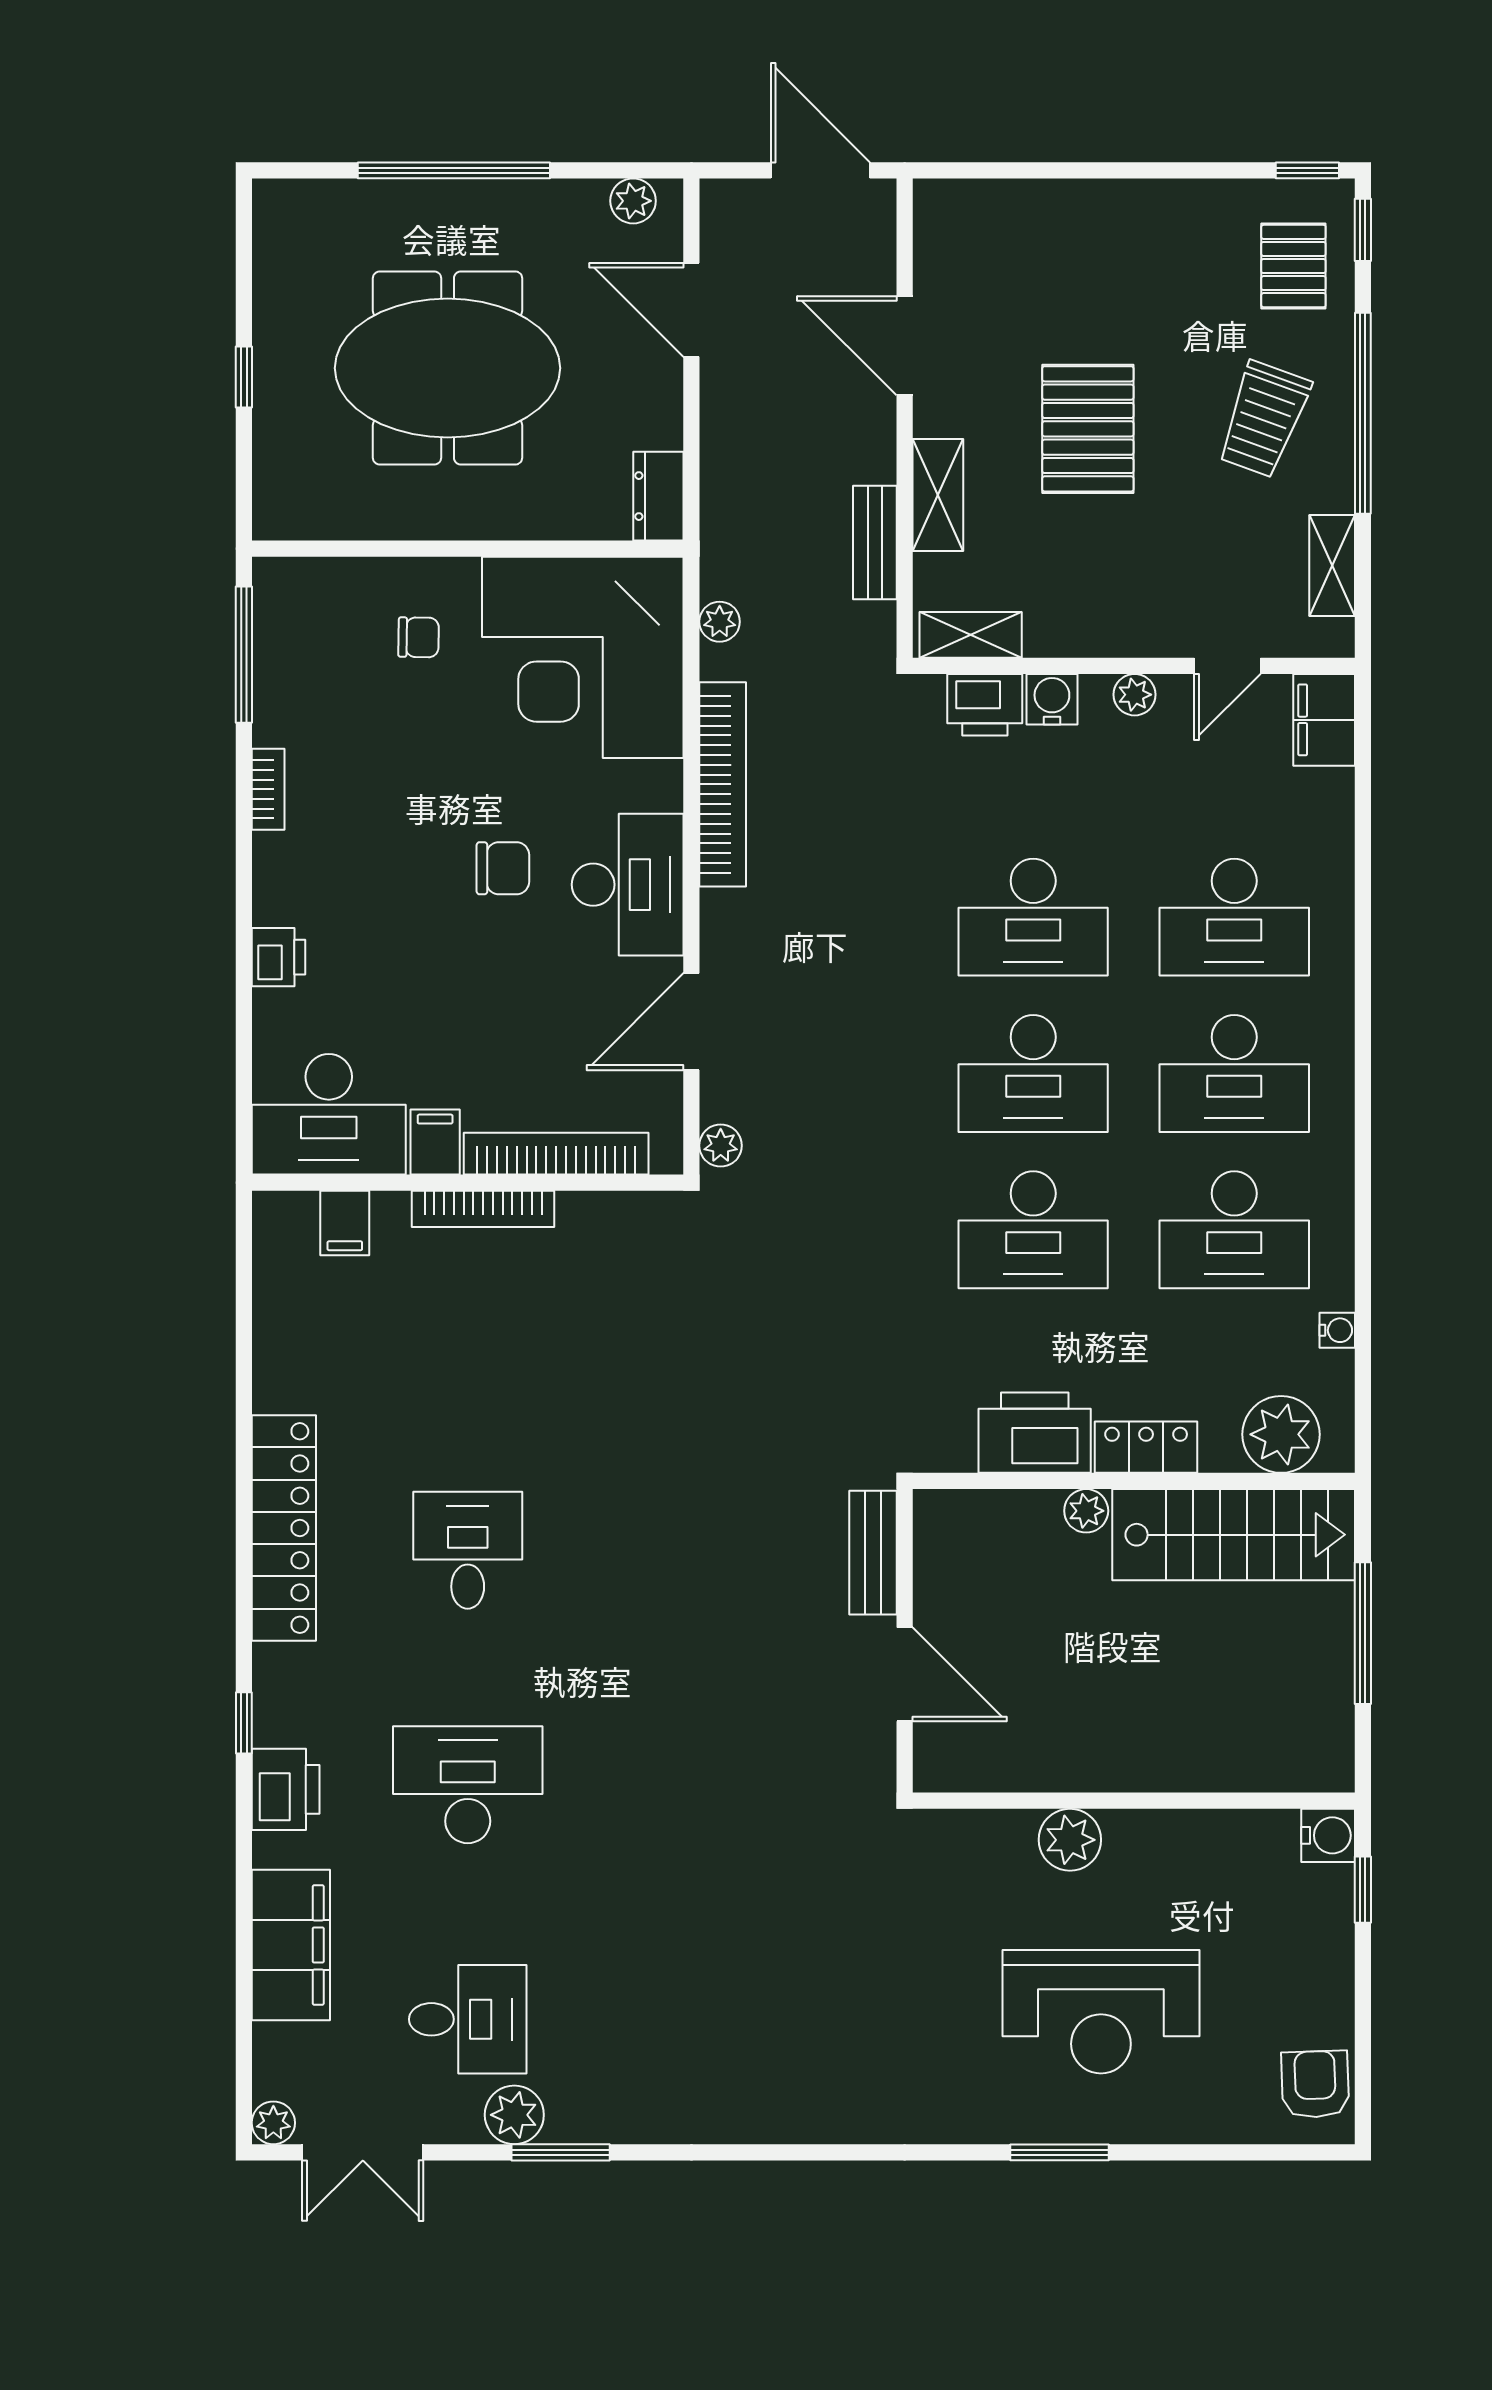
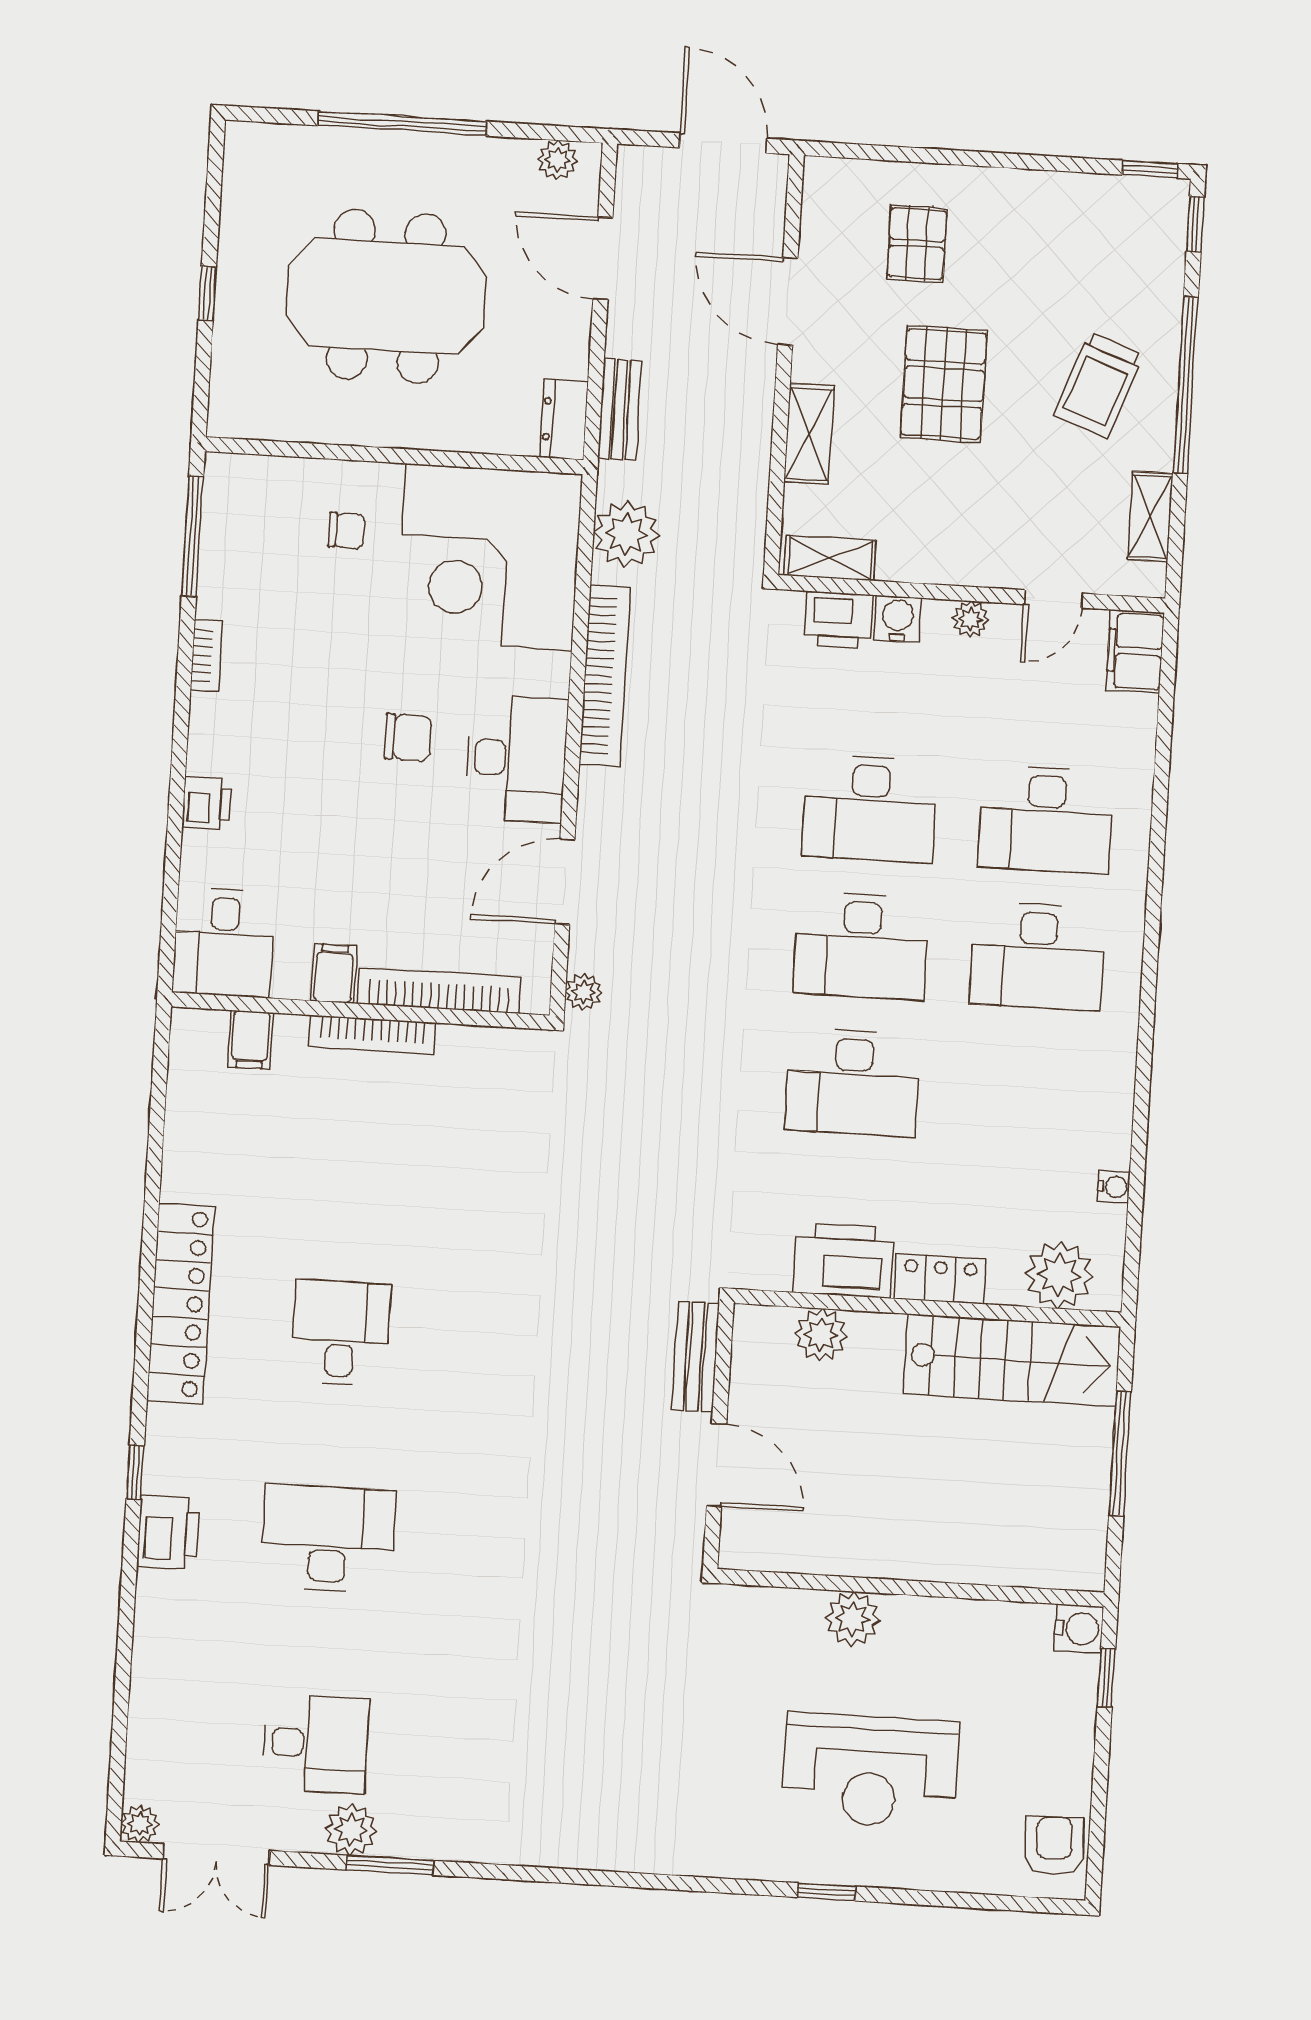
pallet: (1293, 266) -> (917, 244), moved
bench: (875, 542) -> (620, 409), moved
plant: (720, 622) -> (626, 534), width x1.88, depth x1.88
desk: (329, 1114) -> (224, 942), width x0.73
desk: (1234, 1230) -> (1029, 1093), removed
plant: (1086, 1511) -> (821, 1335), moved, width x1.38, depth x1.38
filing cabinet: (291, 1945) -> (165, 1669), removed
window: (1060, 2152) -> (827, 1892), width x0.67

